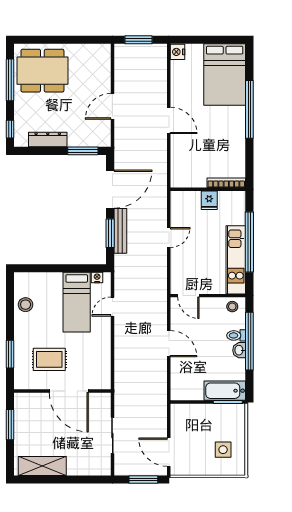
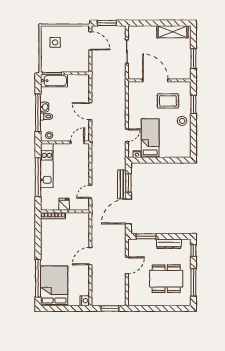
dining table: (42, 71) -> (166, 279), moved
window: (249, 109) -> (38, 278), moved
door: (169, 120) -> (90, 256), hinge flipped
door: (169, 237) -> (90, 192), moved
door: (188, 296) -> (78, 142), hinge flipped
stool: (26, 305) -> (182, 121), moved

